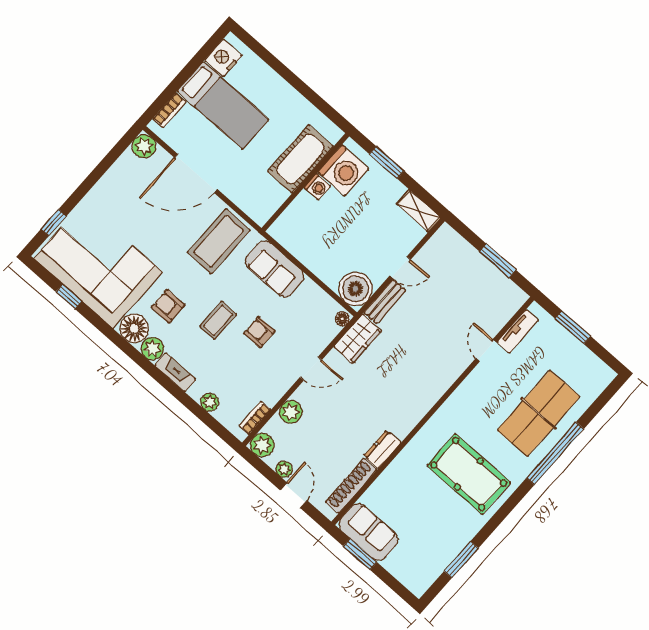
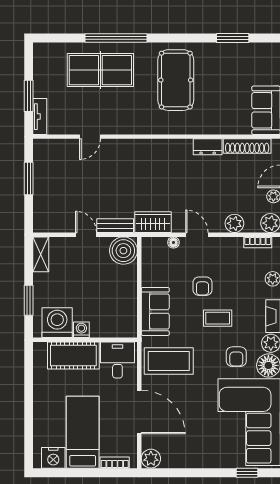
desk: (261, 195) -> (117, 360), added
floor lamp: (342, 319) -> (173, 242), moved
tv unit: (518, 331) -> (40, 117), moved, turned 90

